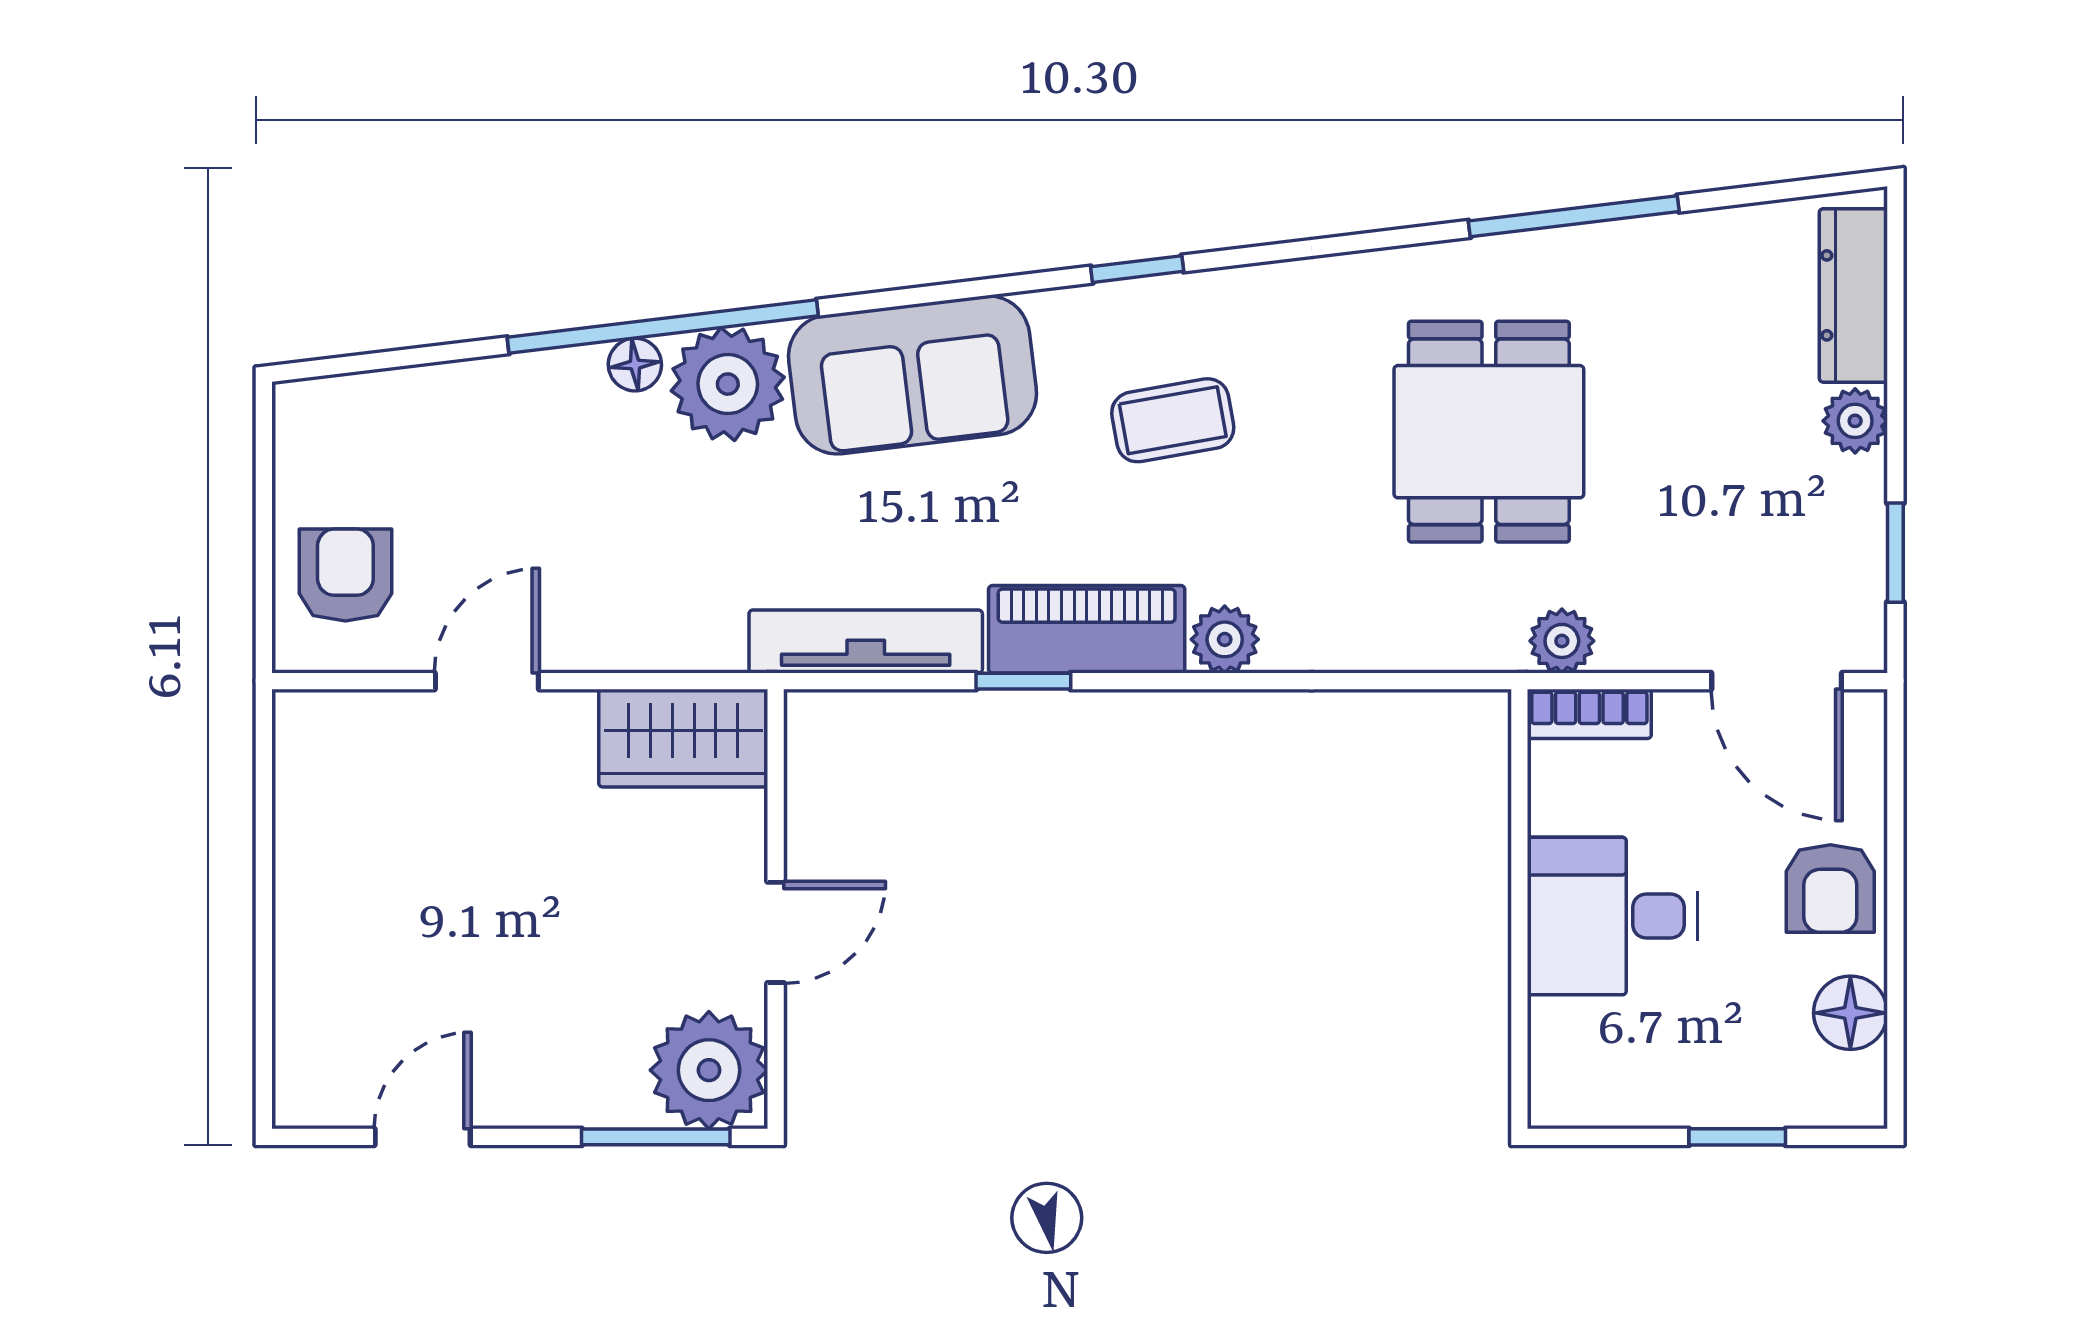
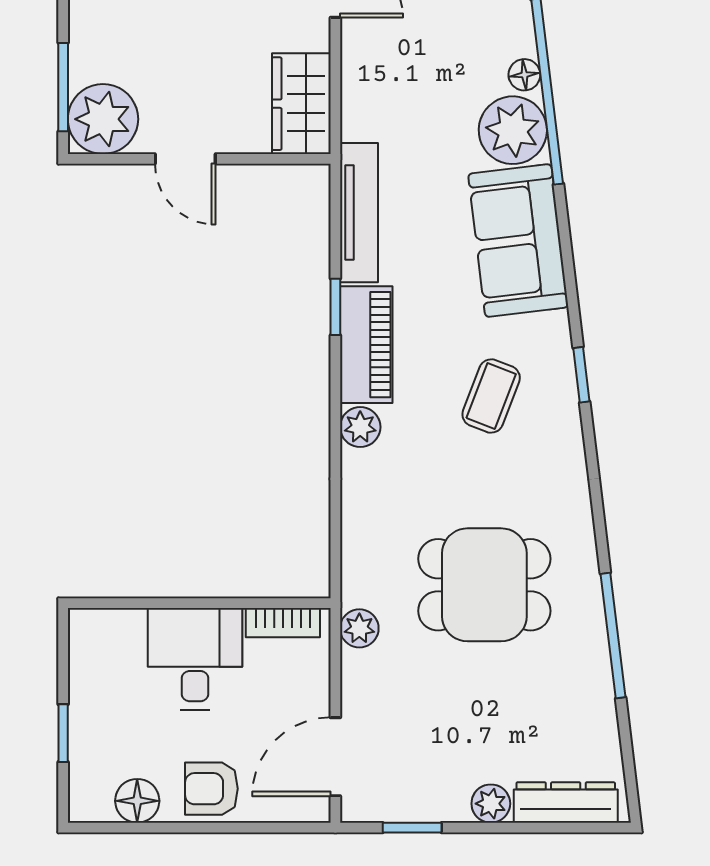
coffee table: (1173, 420) -> (491, 396), turned 31
bookcase: (1589, 714) -> (283, 623), moved, turned -90

